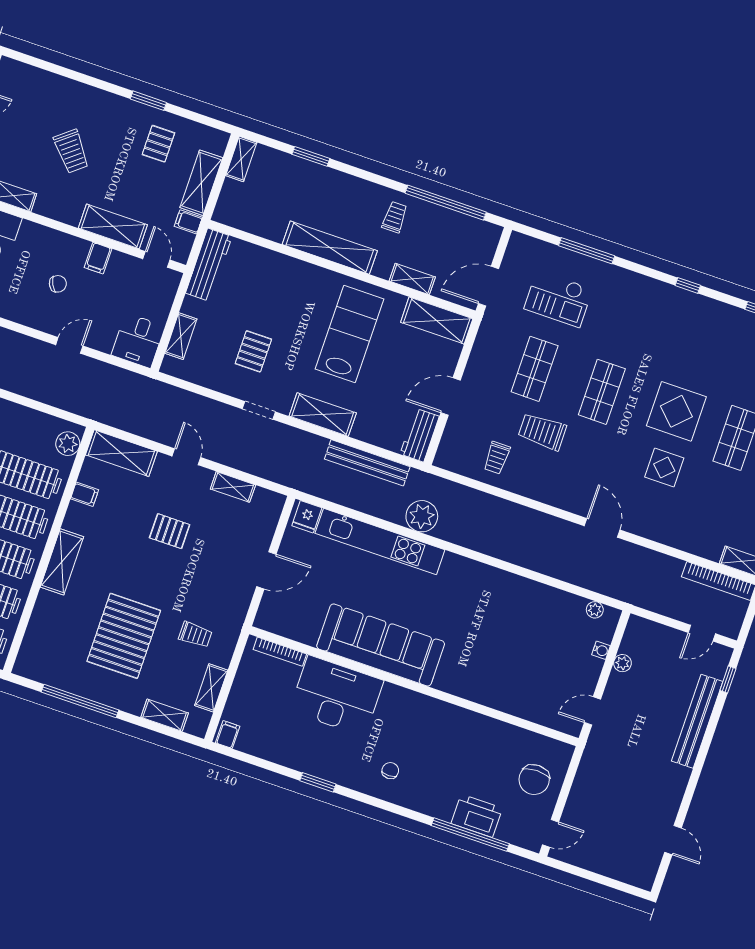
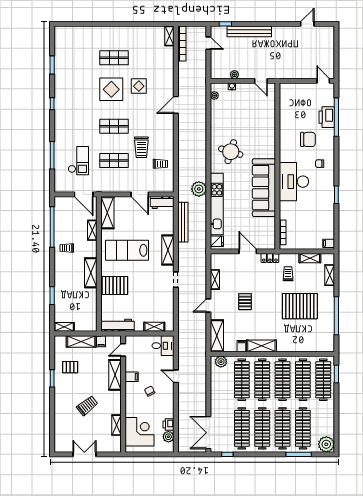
shelving: (330, 248) -> (91, 273), width x0.68
pallet: (253, 351) -> (115, 285), moved, width x1.50, depth x1.42
shelving: (62, 562) -> (261, 346), moved
round table: (473, 604) -> (231, 152), added
locker: (238, 609) -> (270, 258), added
desk: (336, 696) -> (294, 182), moved
chair: (534, 780) -> (308, 139), moved

